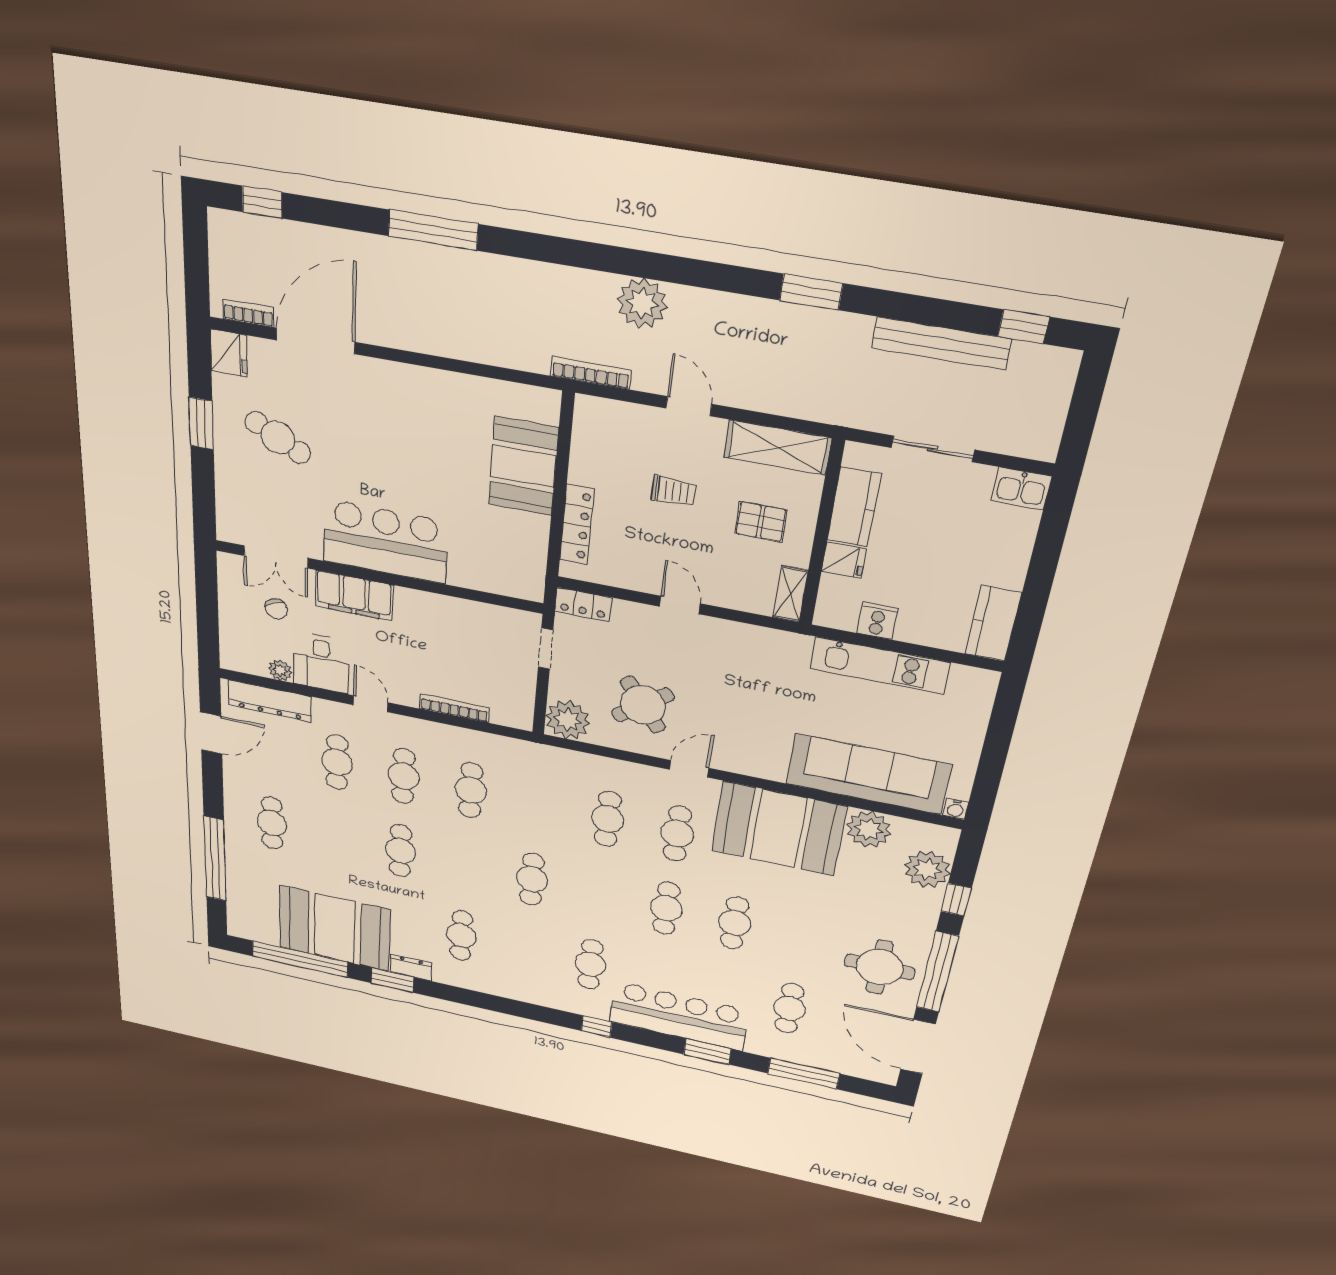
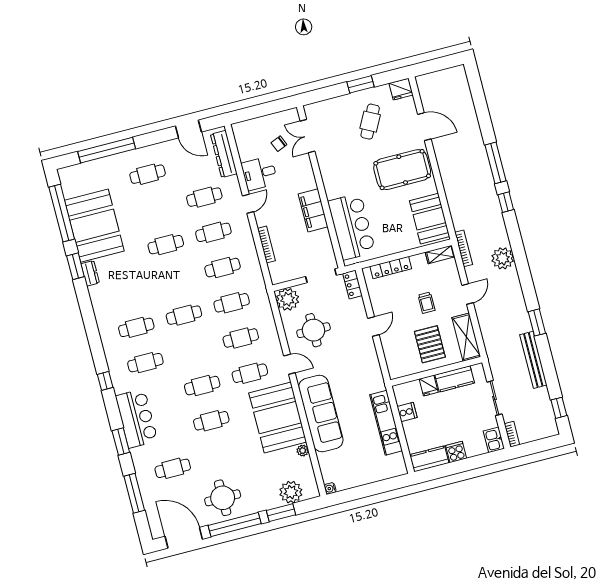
window: (262, 202) -> (506, 202), moved
bookcase: (248, 313) -> (512, 434), moved
door: (316, 341) -> (424, 127), width x0.73
bench: (941, 343) -> (533, 360), moved
pool table: (390, 420) -> (402, 170), added
booth: (523, 466) -> (430, 219), moved, turned 90
pallet: (761, 522) -> (430, 344), width x1.50, depth x1.42
bar counter: (385, 541) -> (352, 227), moved
cooker: (1007, 570) -> (456, 452), added
shelving: (790, 594) -> (440, 254), moved
filing cabinet: (354, 596) -> (313, 210), moved
doorway: (546, 649) -> (321, 276), width x1.38
plant: (280, 670) -> (245, 154), removed
round table: (643, 705) -> (313, 330), turned 37
sofa: (868, 774) -> (321, 414), moved
cafe table: (539, 804) -> (232, 303), added
plant: (869, 829) -> (303, 451), width x0.53, depth x0.53
window: (956, 900) -> (281, 513), width x1.50
cafe table: (461, 936) -> (136, 327), moved
bar counter: (679, 1016) -> (136, 418), width x0.73
door: (918, 1047) -> (184, 538), hinge flipped

